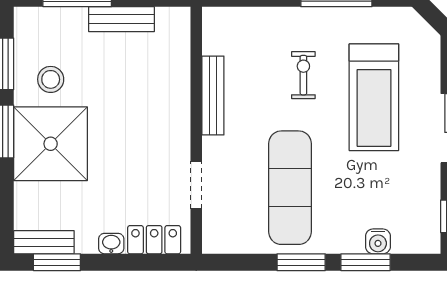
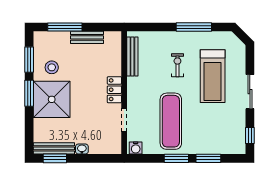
bench: (213, 95) -> (132, 56), moved
locker: (154, 240) -> (114, 90), moved, turned -90
water cooler: (378, 241) -> (136, 148), moved
bench: (44, 242) -> (54, 148), width x1.36

